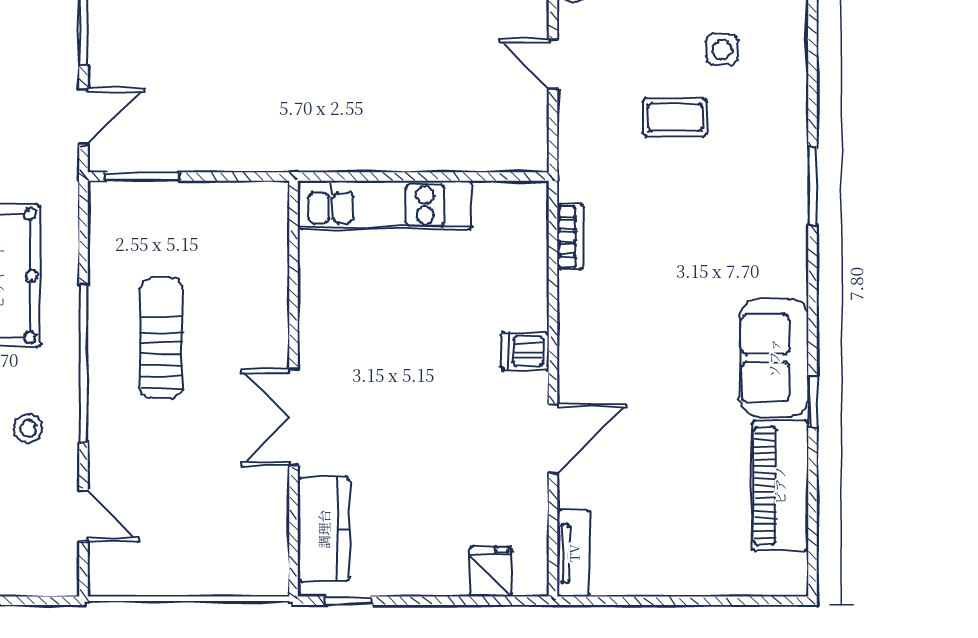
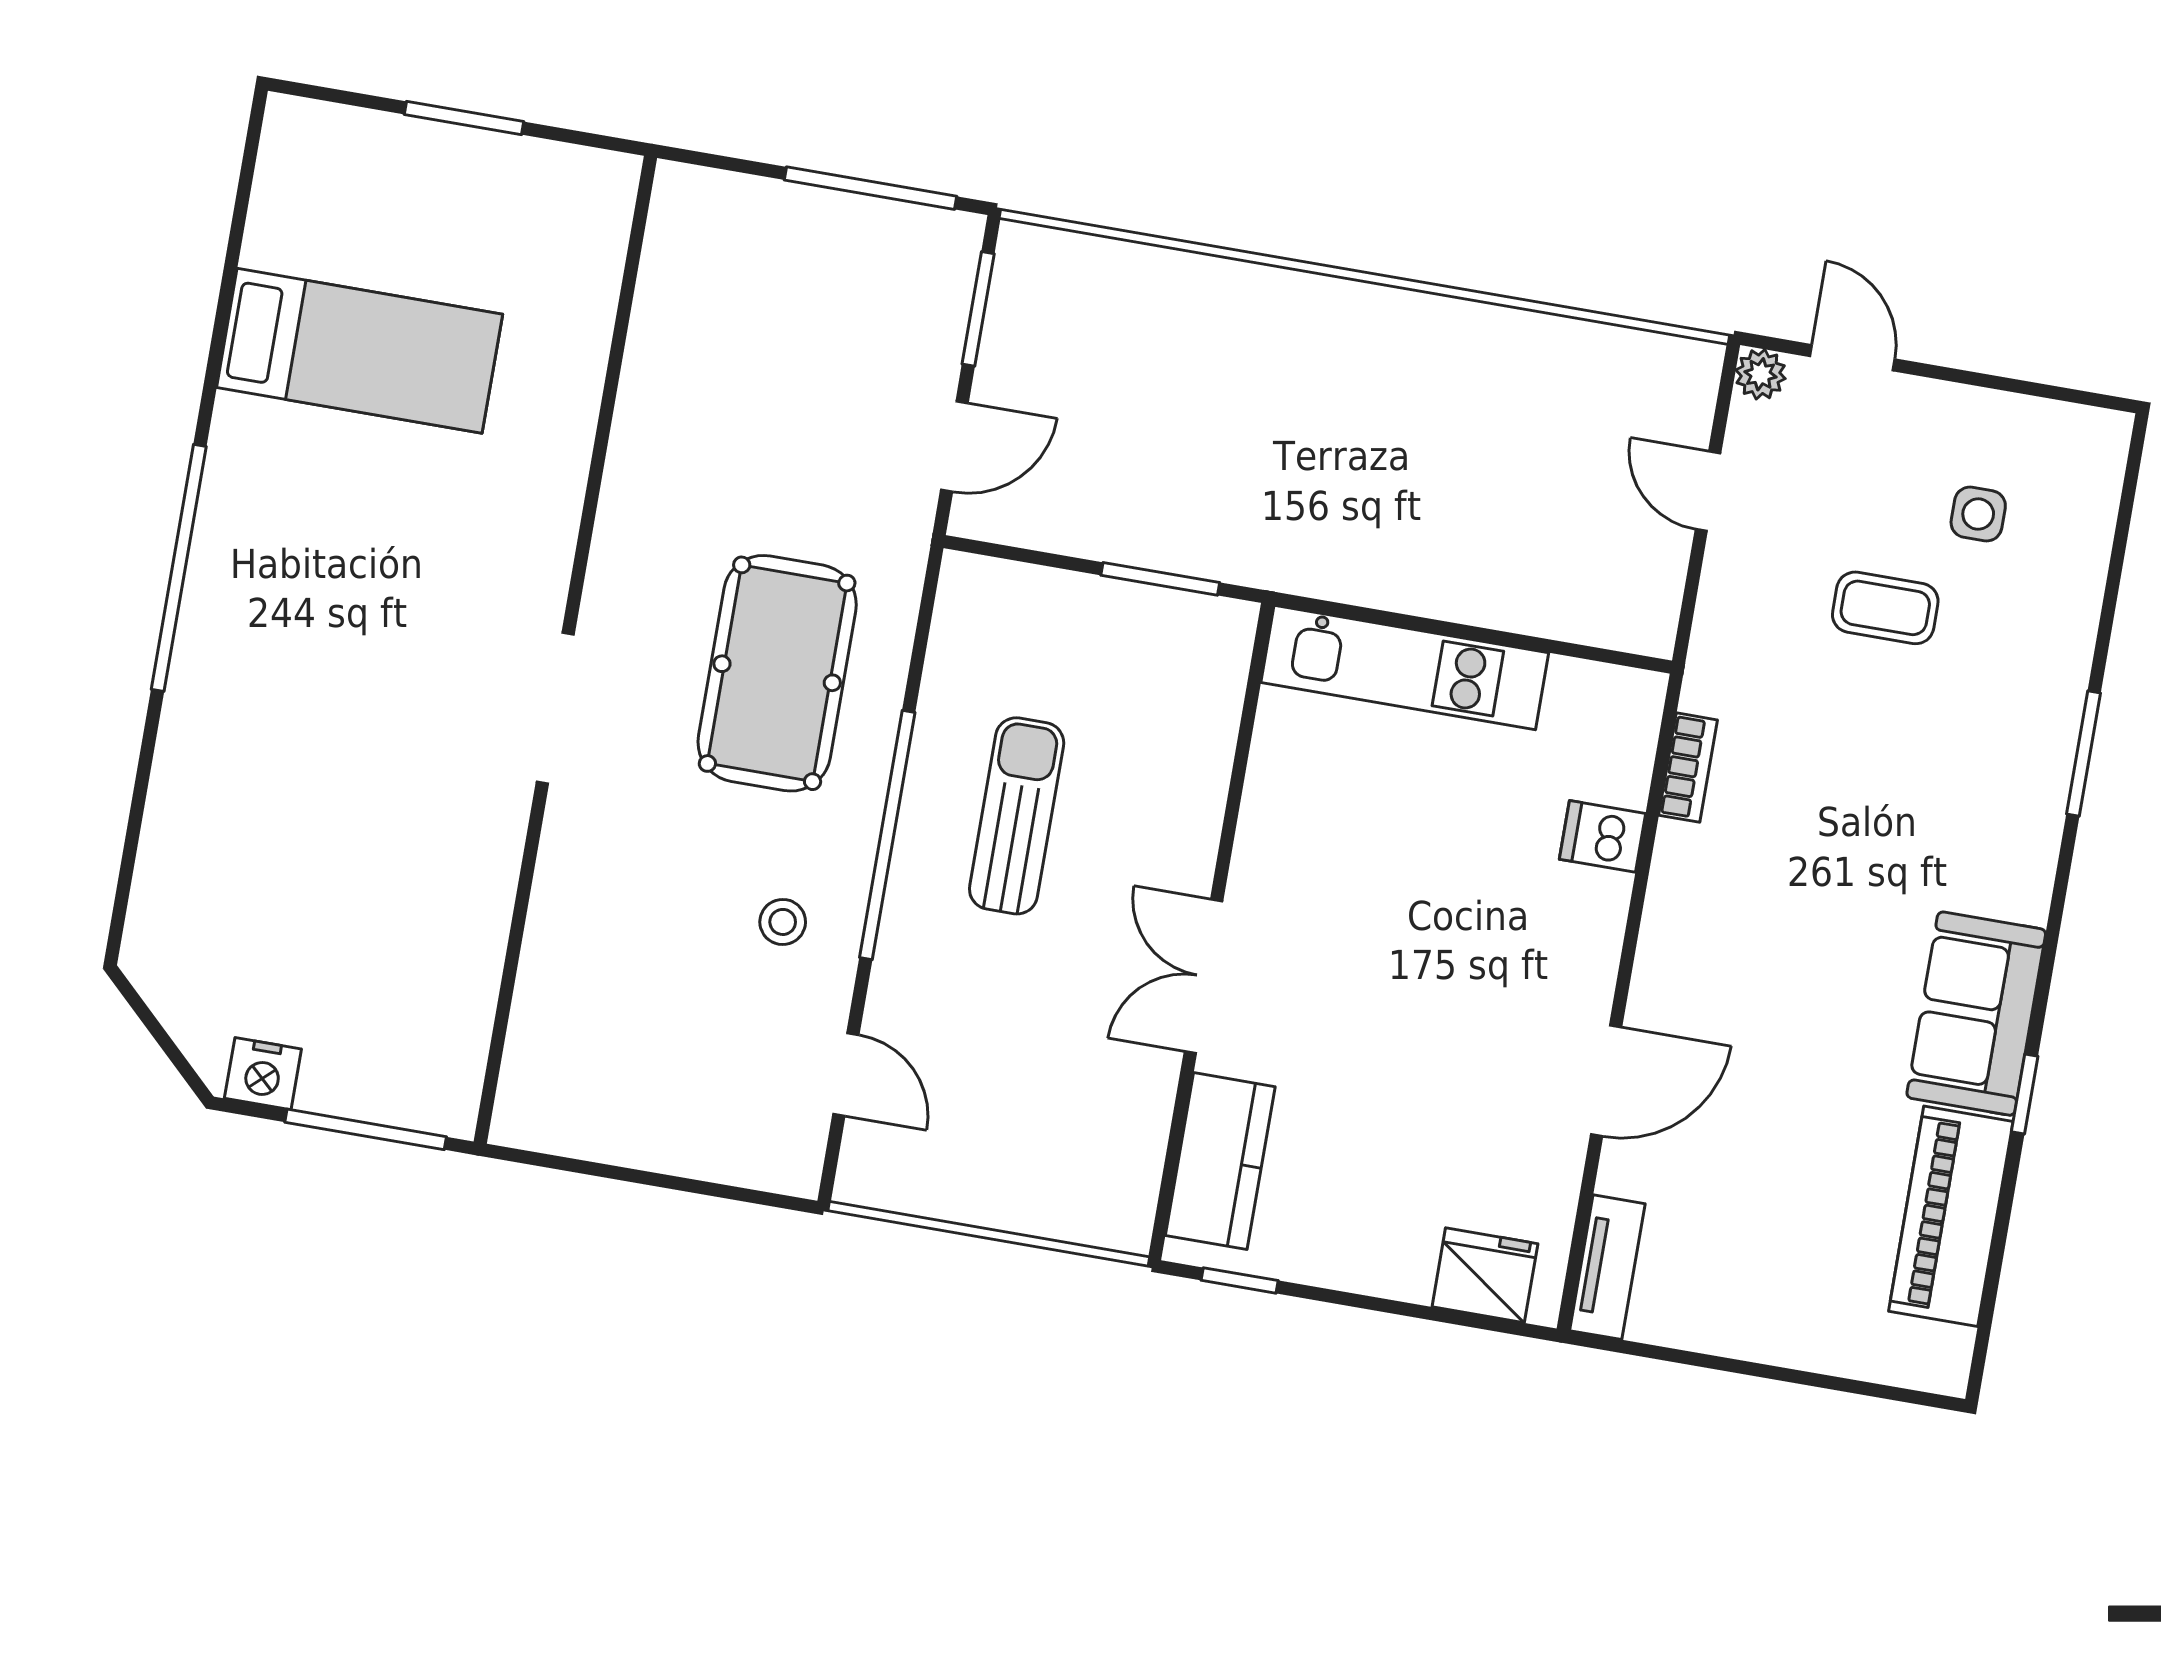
window: (142, 177) -> (1160, 579), moved
dishwasher: (525, 351) -> (1603, 836), moved
fridge: (491, 571) -> (1485, 1275), width x1.38

